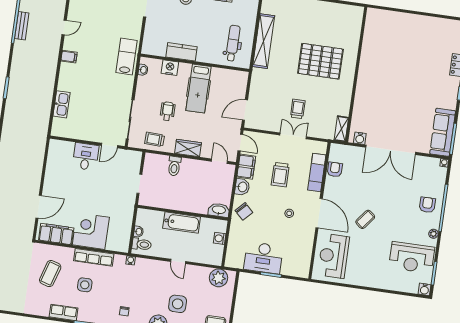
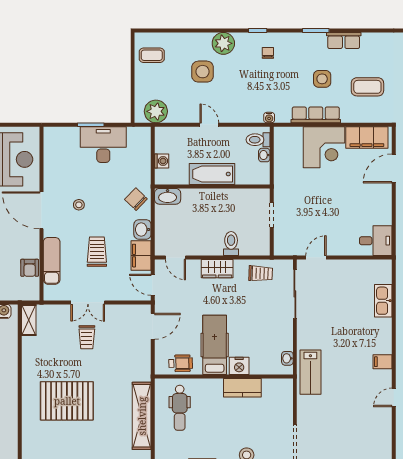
nightstand: (170, 68) -> (239, 366), moved
wheelchair: (168, 111) -> (181, 363), moved, turned -91
desk: (86, 157) -> (376, 241), moved, turned -90
coffee table: (50, 274) -> (367, 87), turned 73

